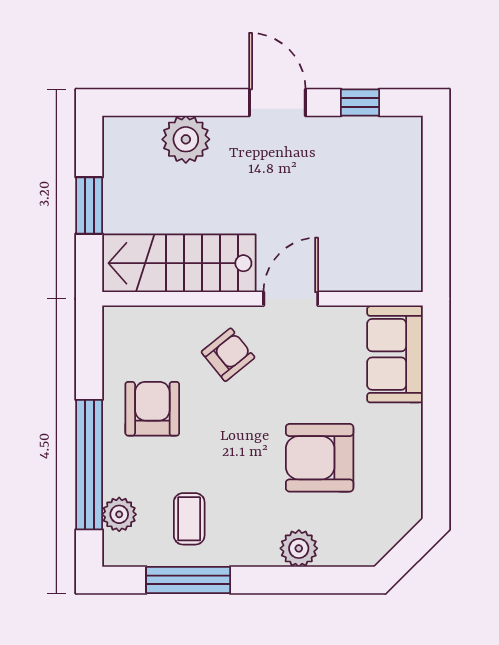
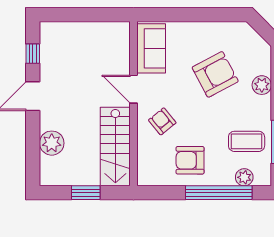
sofa: (395, 354) -> (151, 48), moved, turned -90
armchair: (320, 458) -> (215, 74), turned -118
coffee table: (189, 519) -> (247, 141), width x1.36, depth x1.30

